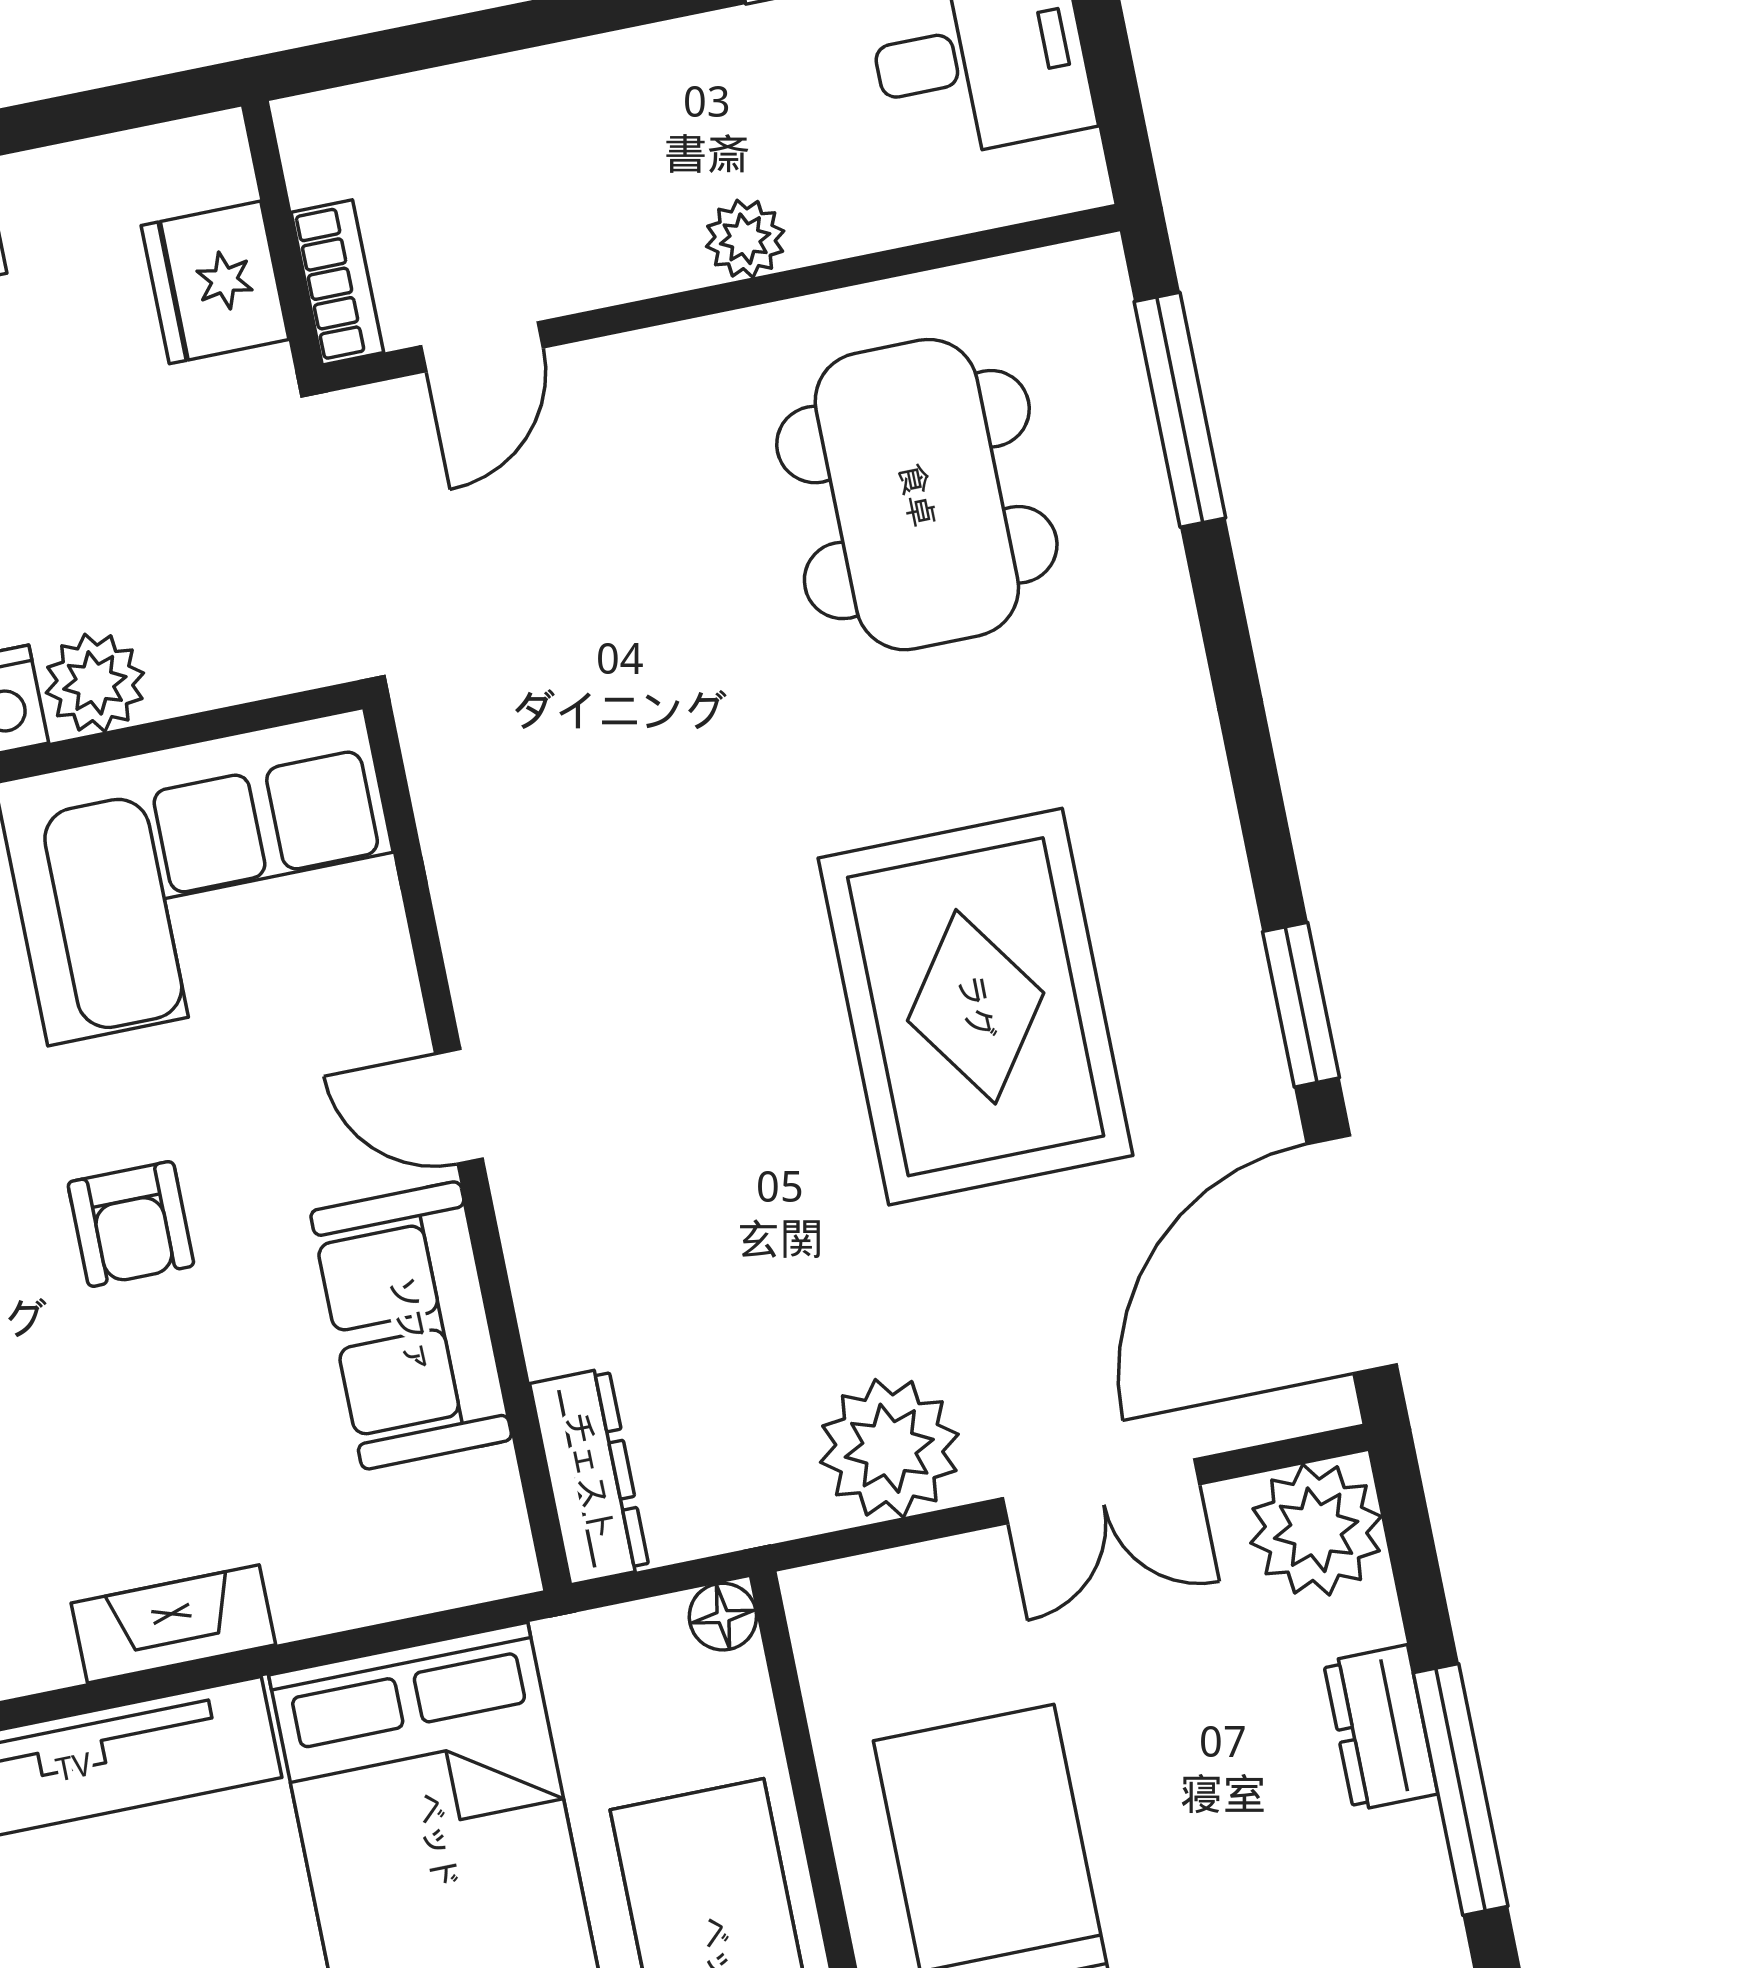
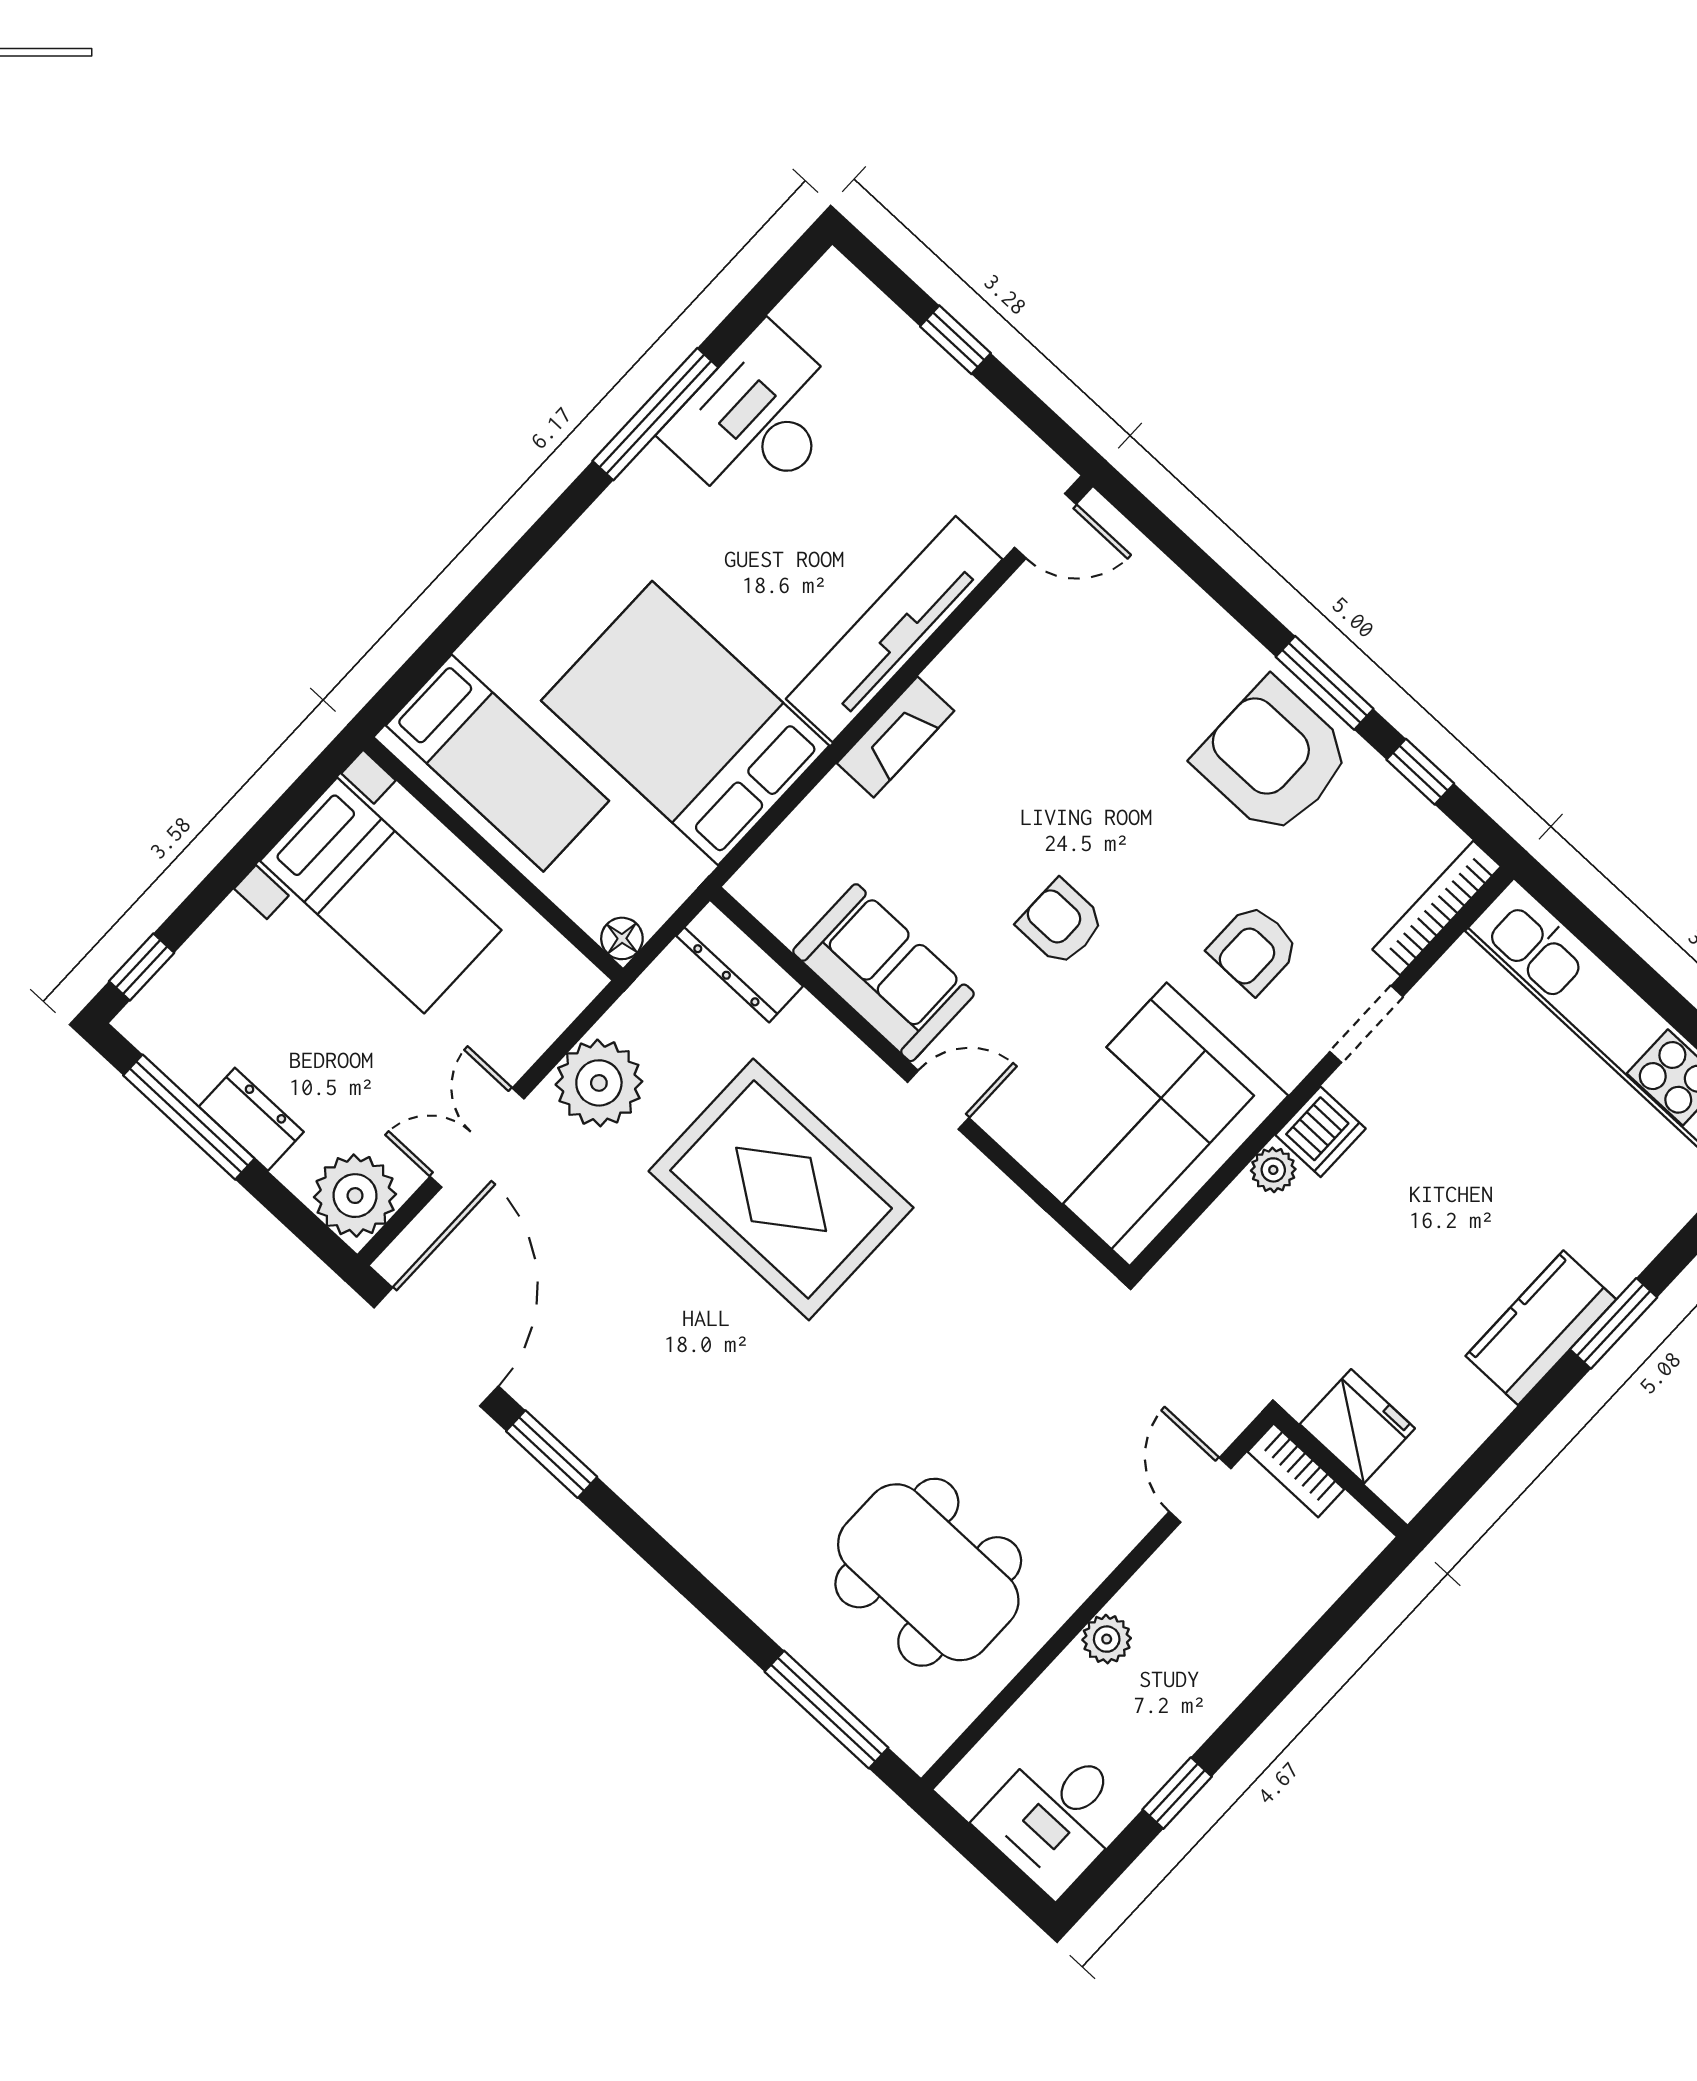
plant: (95, 683) -> (1273, 1170), width x0.73, depth x0.73
rug: (976, 1007) -> (781, 1189), moved

